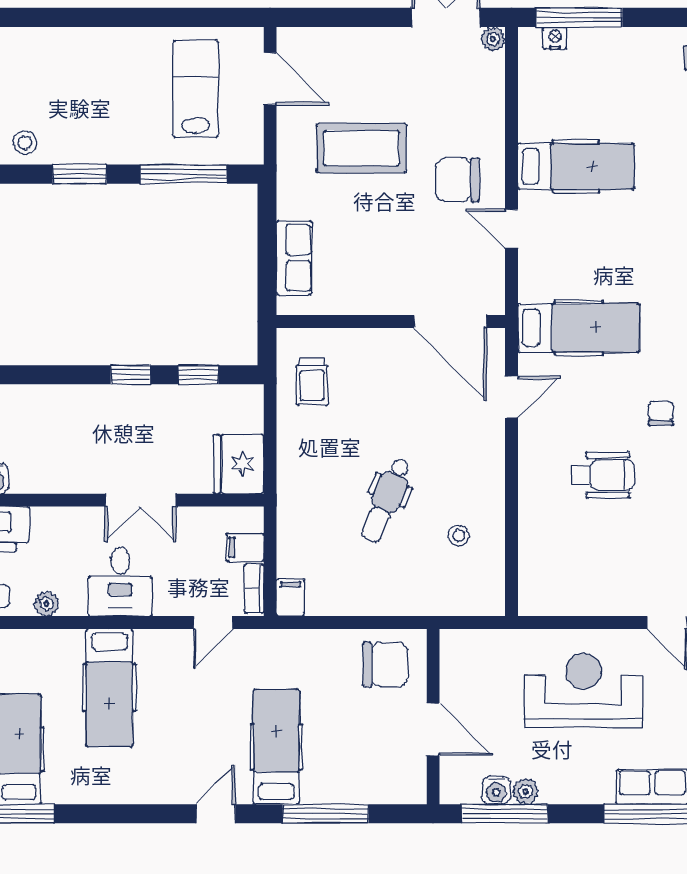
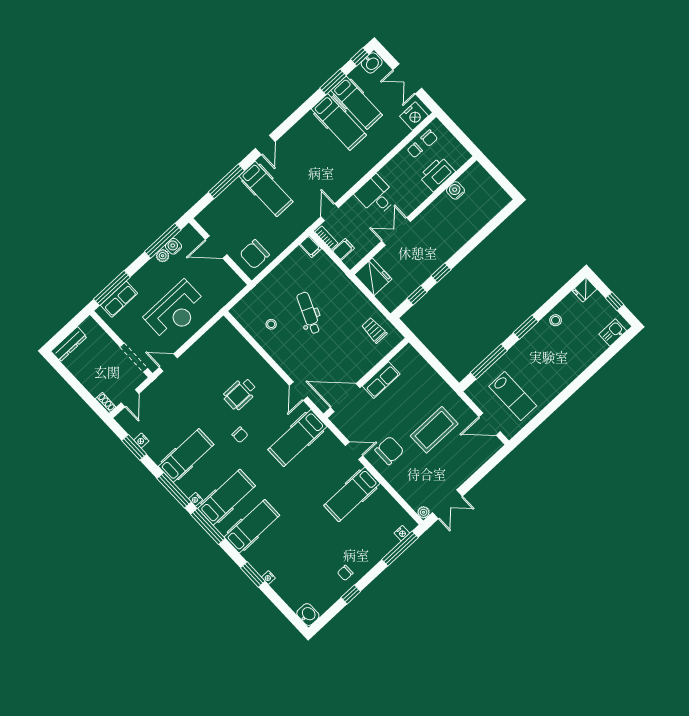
row of seats: (294, 258) -> (381, 380), moved, turned -90
plant: (47, 604) -> (395, 164), removed
hospital bed: (109, 688) -> (339, 122), moved, turned 180

